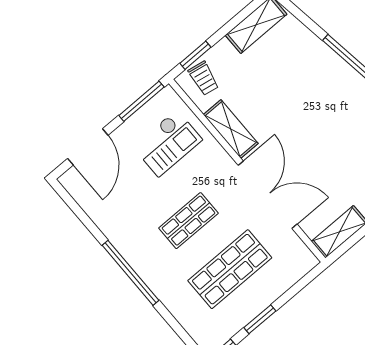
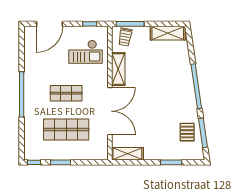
window: (195, 55) -> (130, 24), width x1.44
window: (141, 101) -> (90, 24), width x0.46

